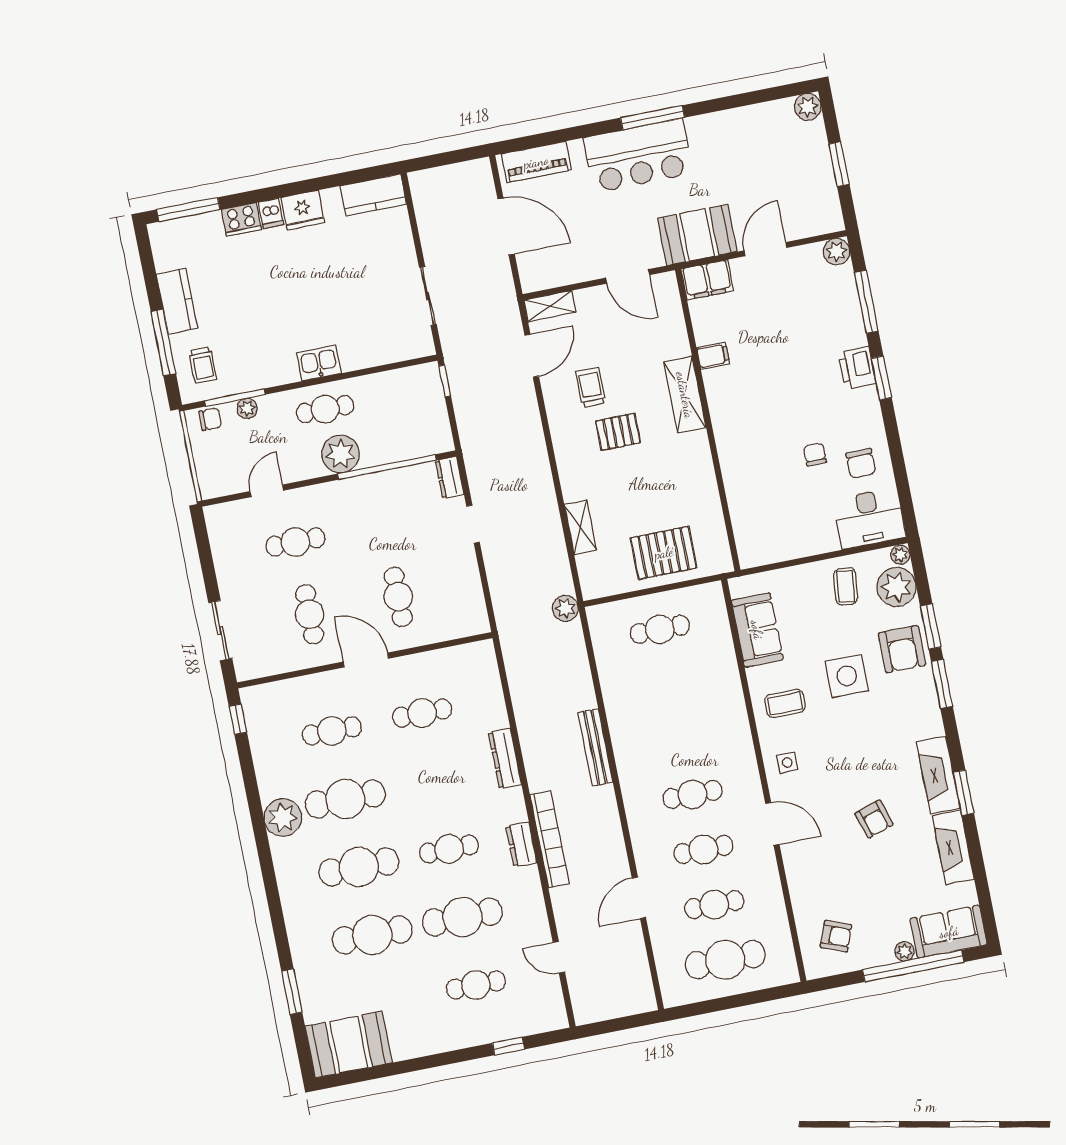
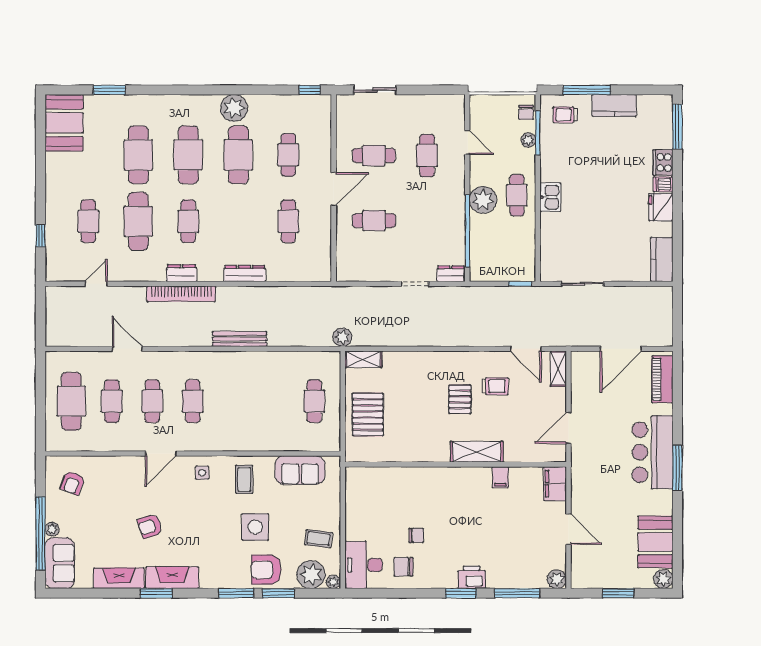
booth: (697, 235) -> (655, 542), moved
shelving: (580, 527) -> (363, 359), moved

